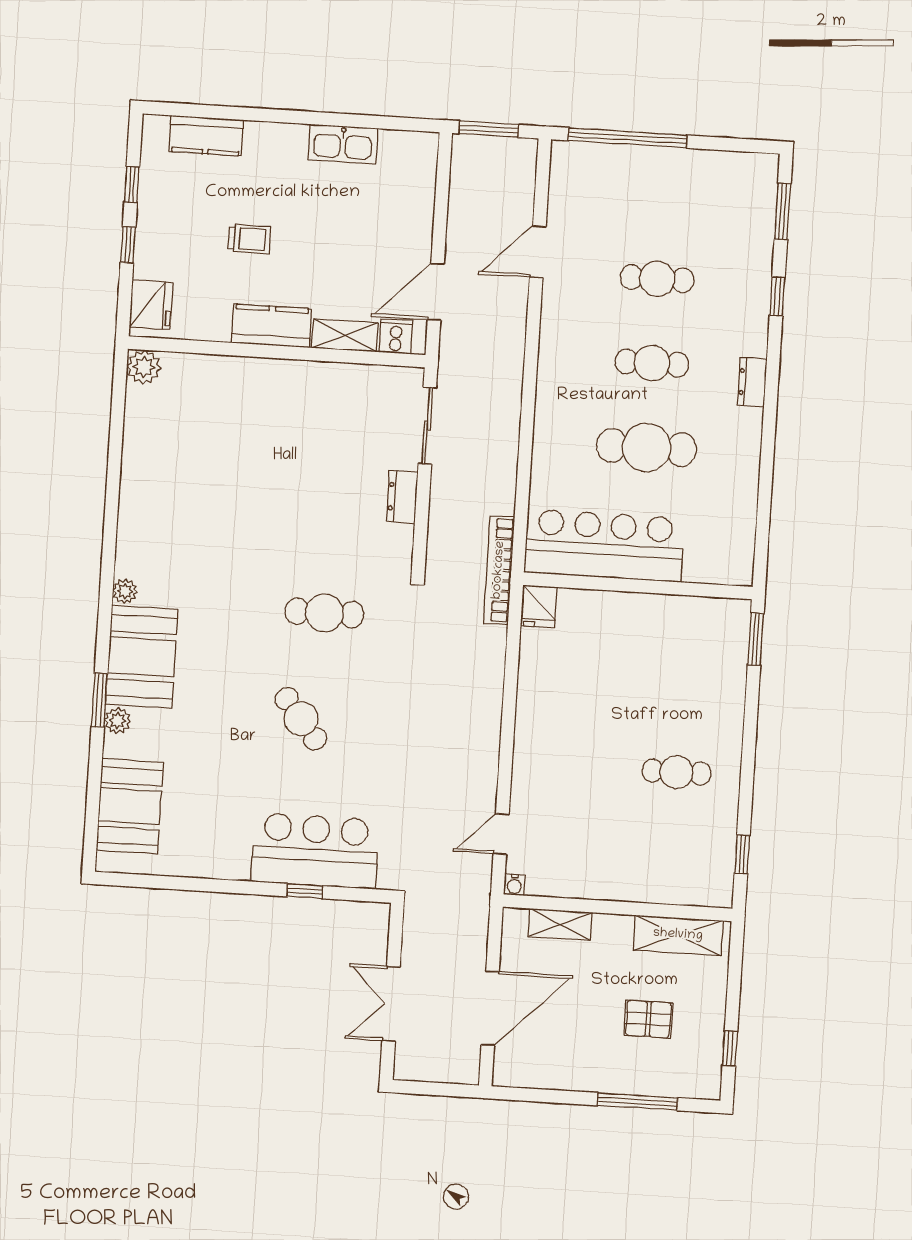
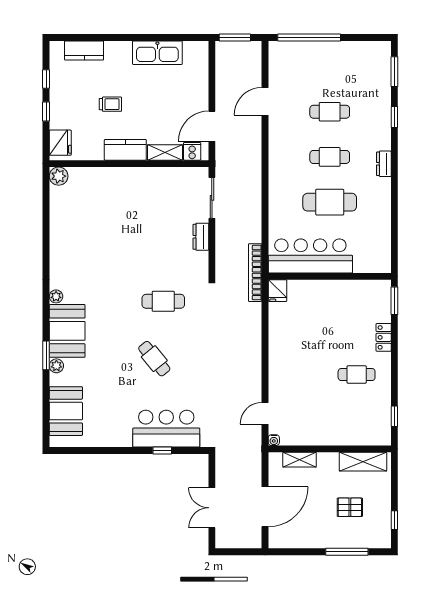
kitchen sink: (343, 144) -> (157, 53), width x1.36, depth x1.24
locker: (731, 706) -> (384, 337), added

